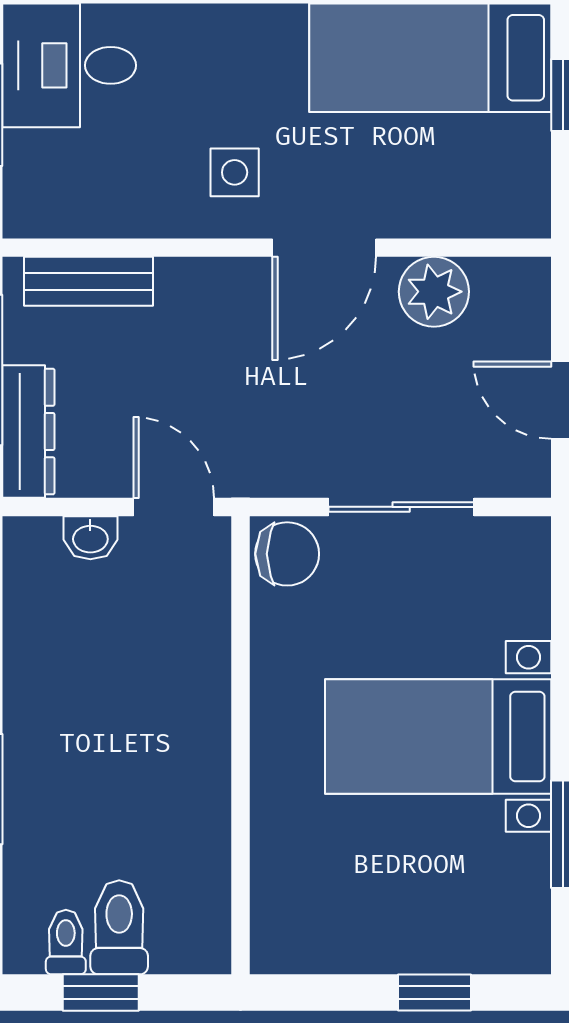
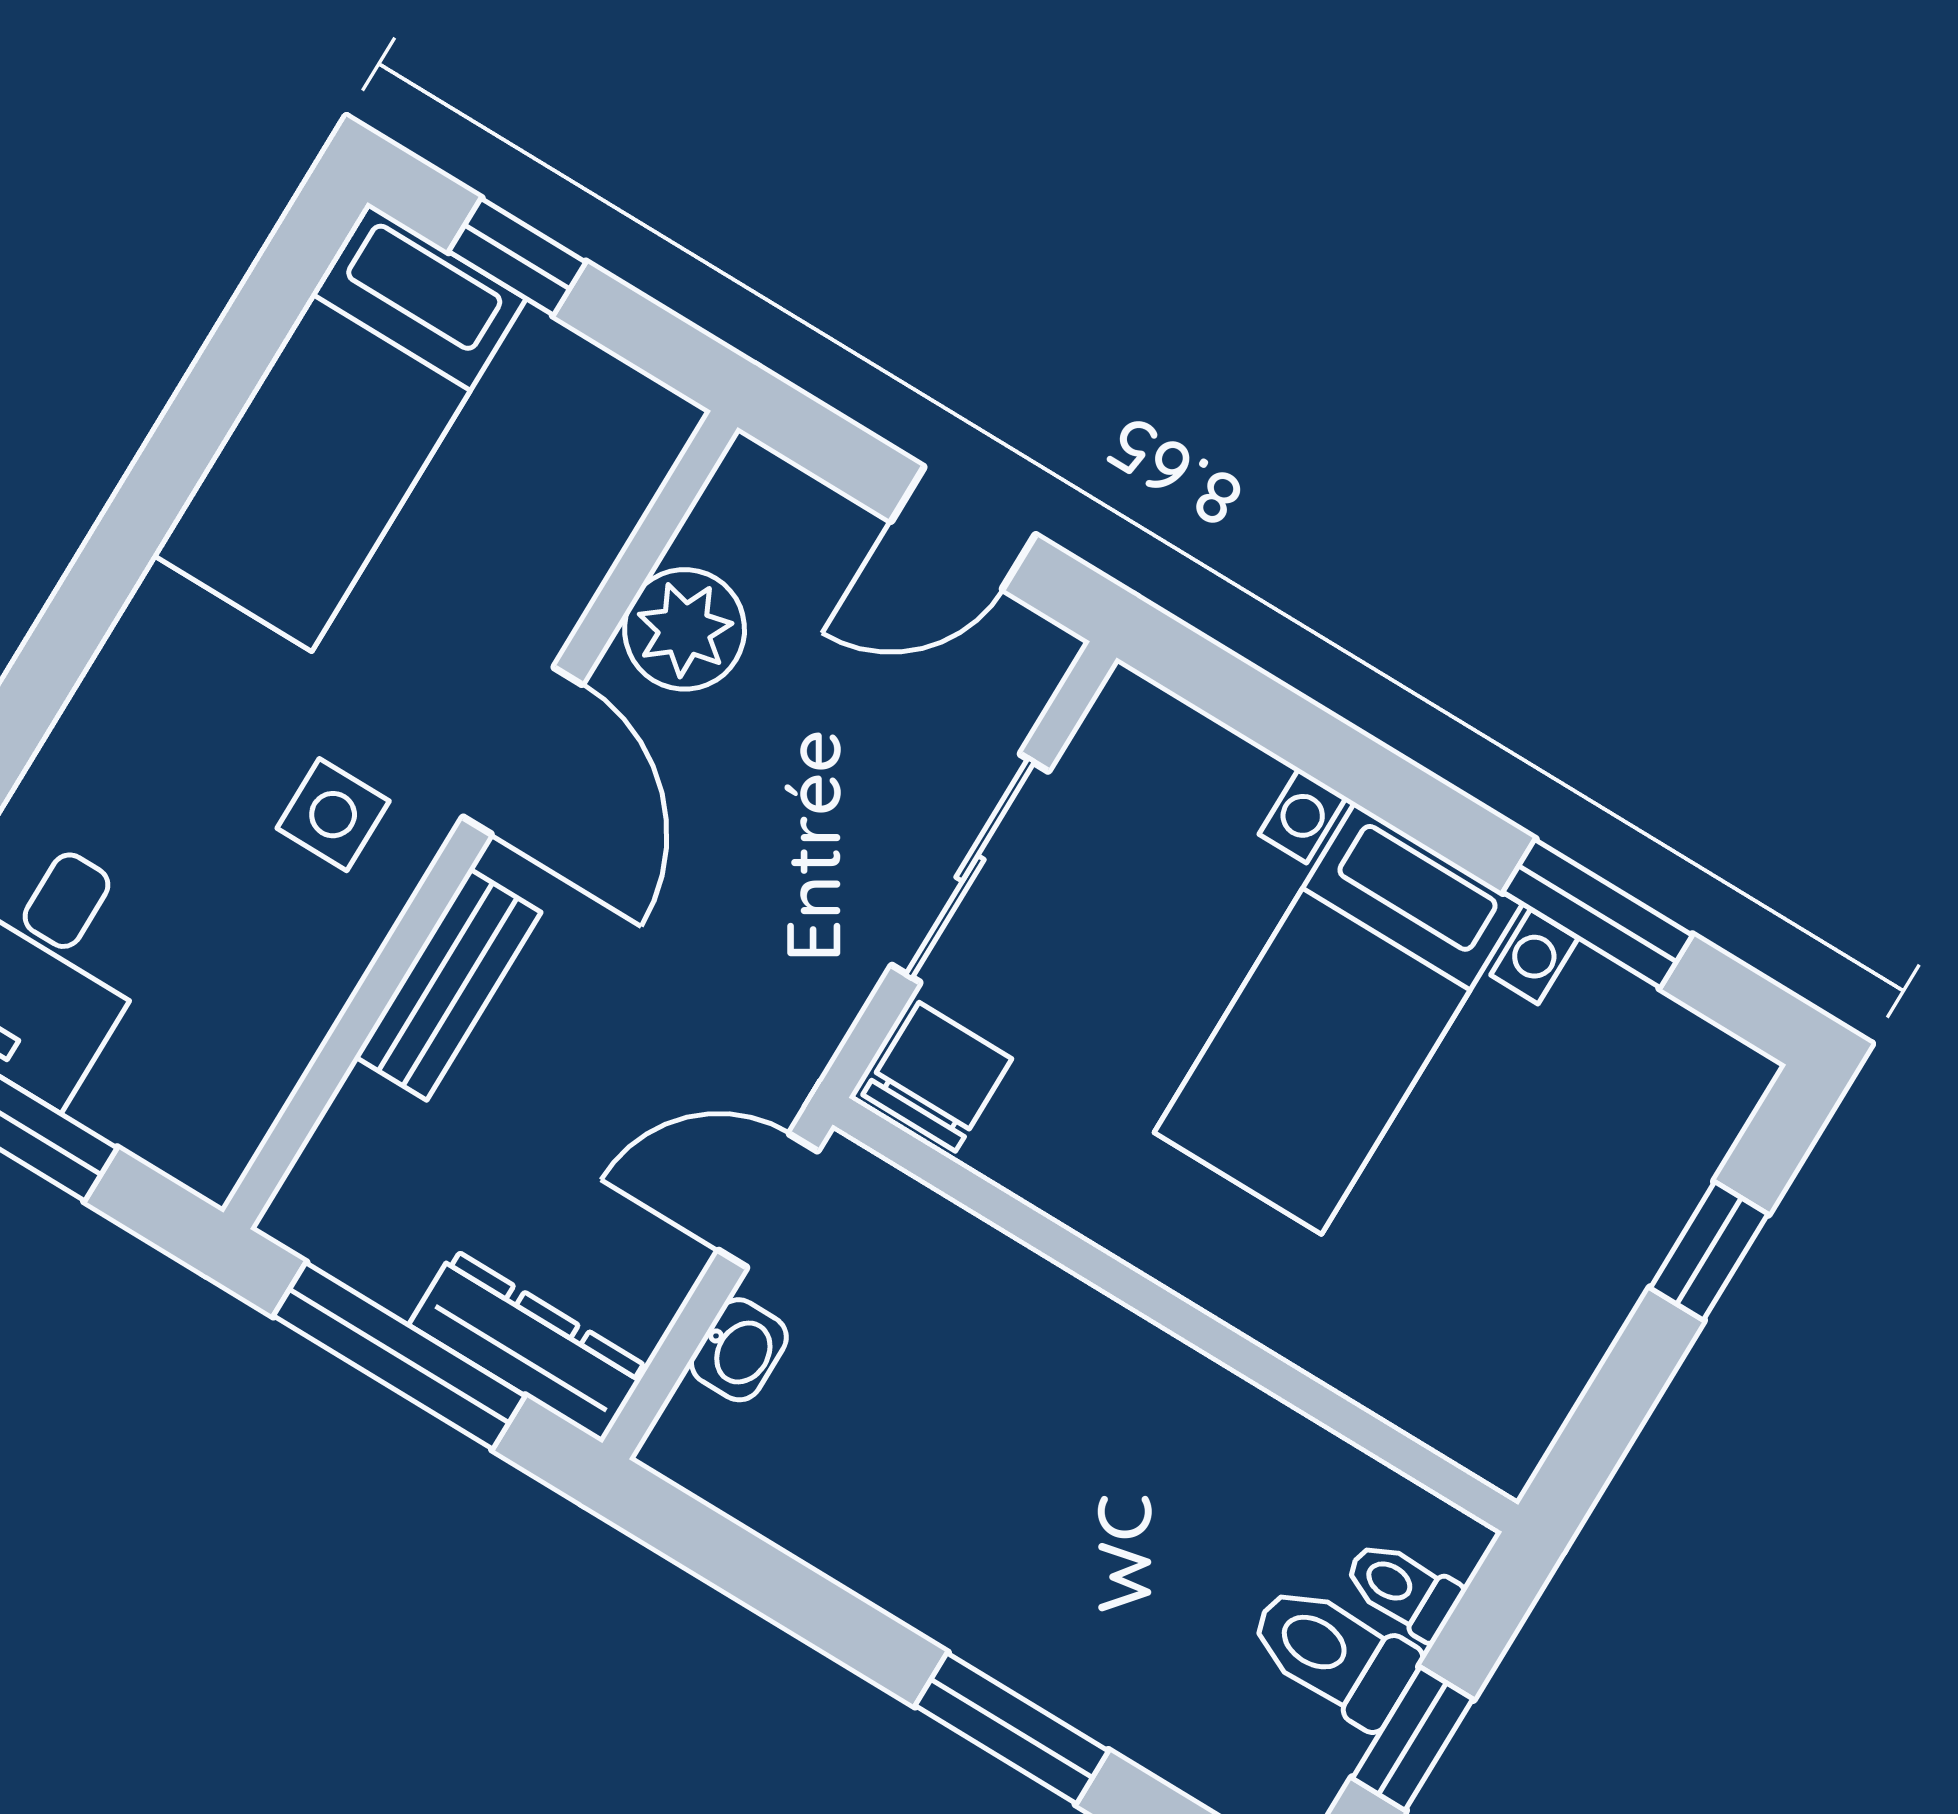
bench: (88, 281) -> (448, 984), moved
toilet: (66, 942) -> (1403, 1589), moved

